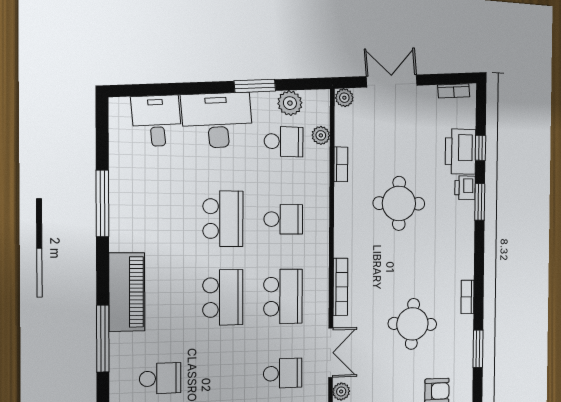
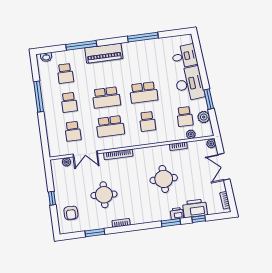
double door: (392, 81) -> (224, 167), swing flipped
school desk: (223, 376) -> (69, 102), added

